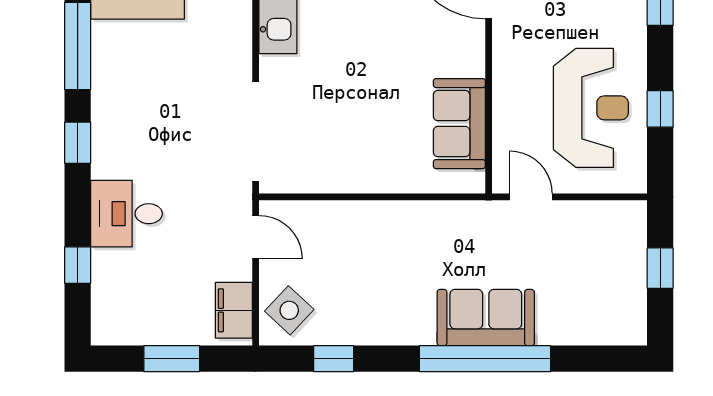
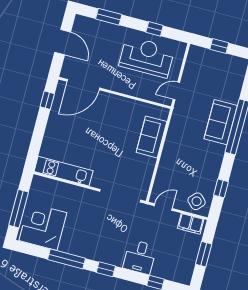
sofa: (459, 124) -> (151, 137), moved, turned 90

